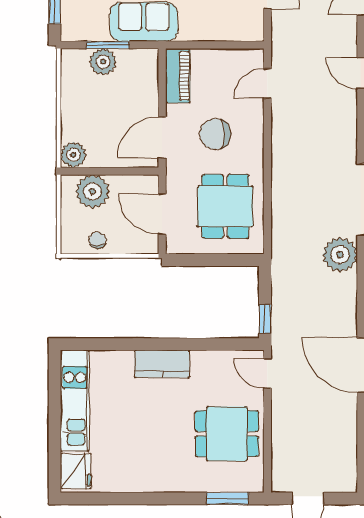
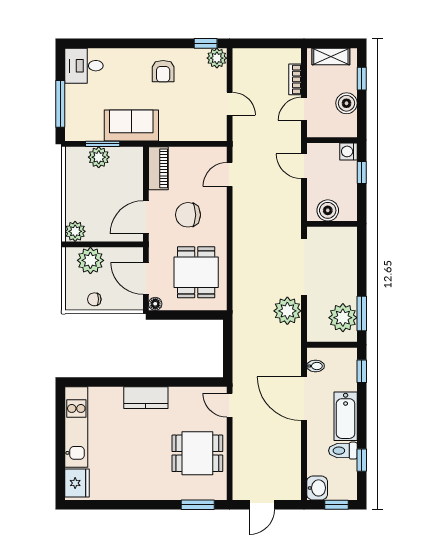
chair: (97, 240) -> (94, 299), turned -90
floor lamp: (174, 246) -> (155, 304), added
window: (265, 319) -> (228, 362), removed

